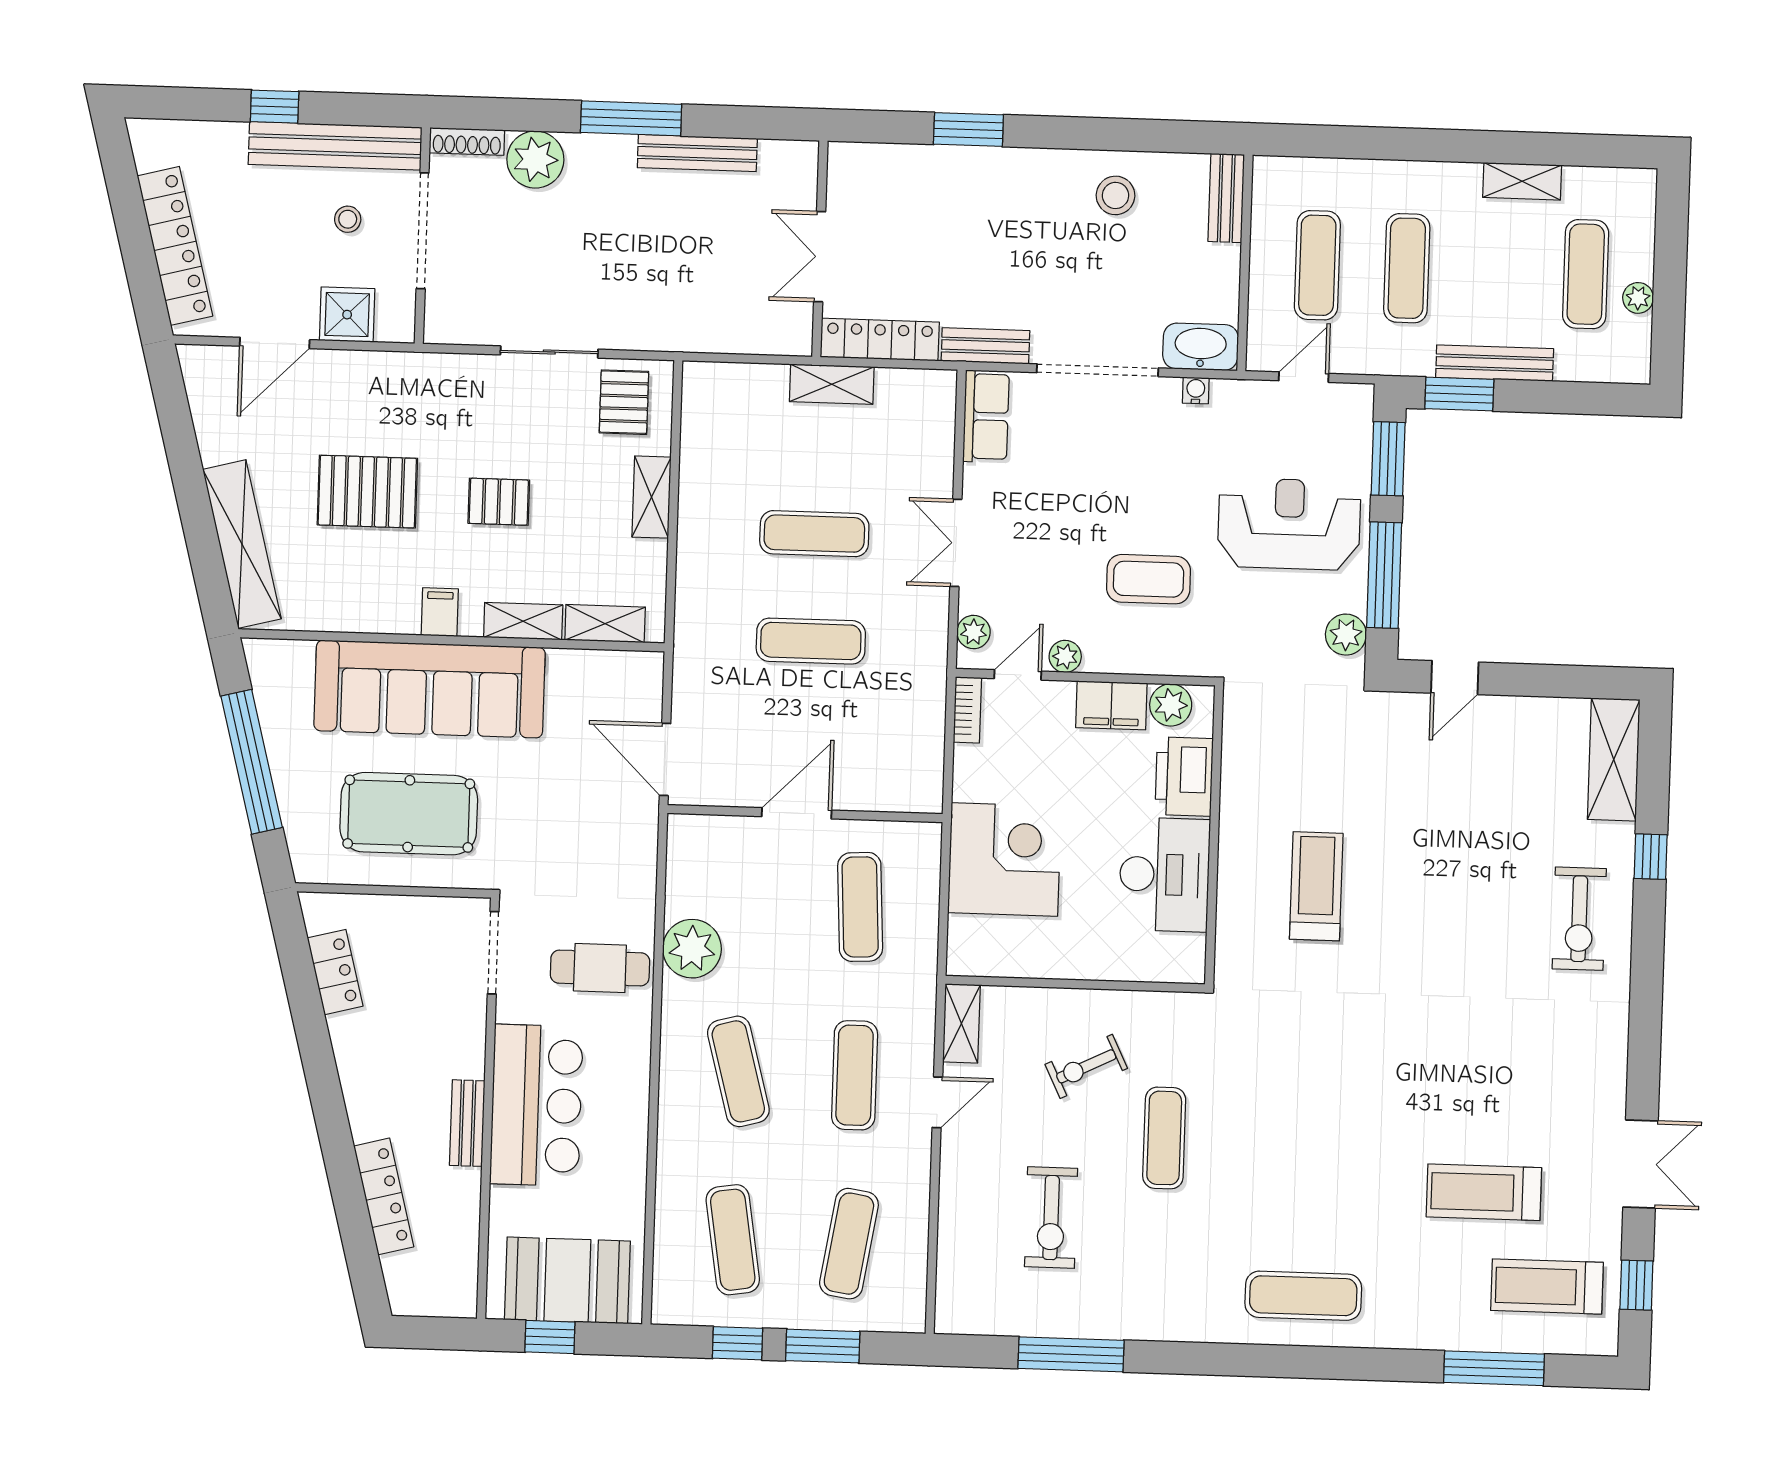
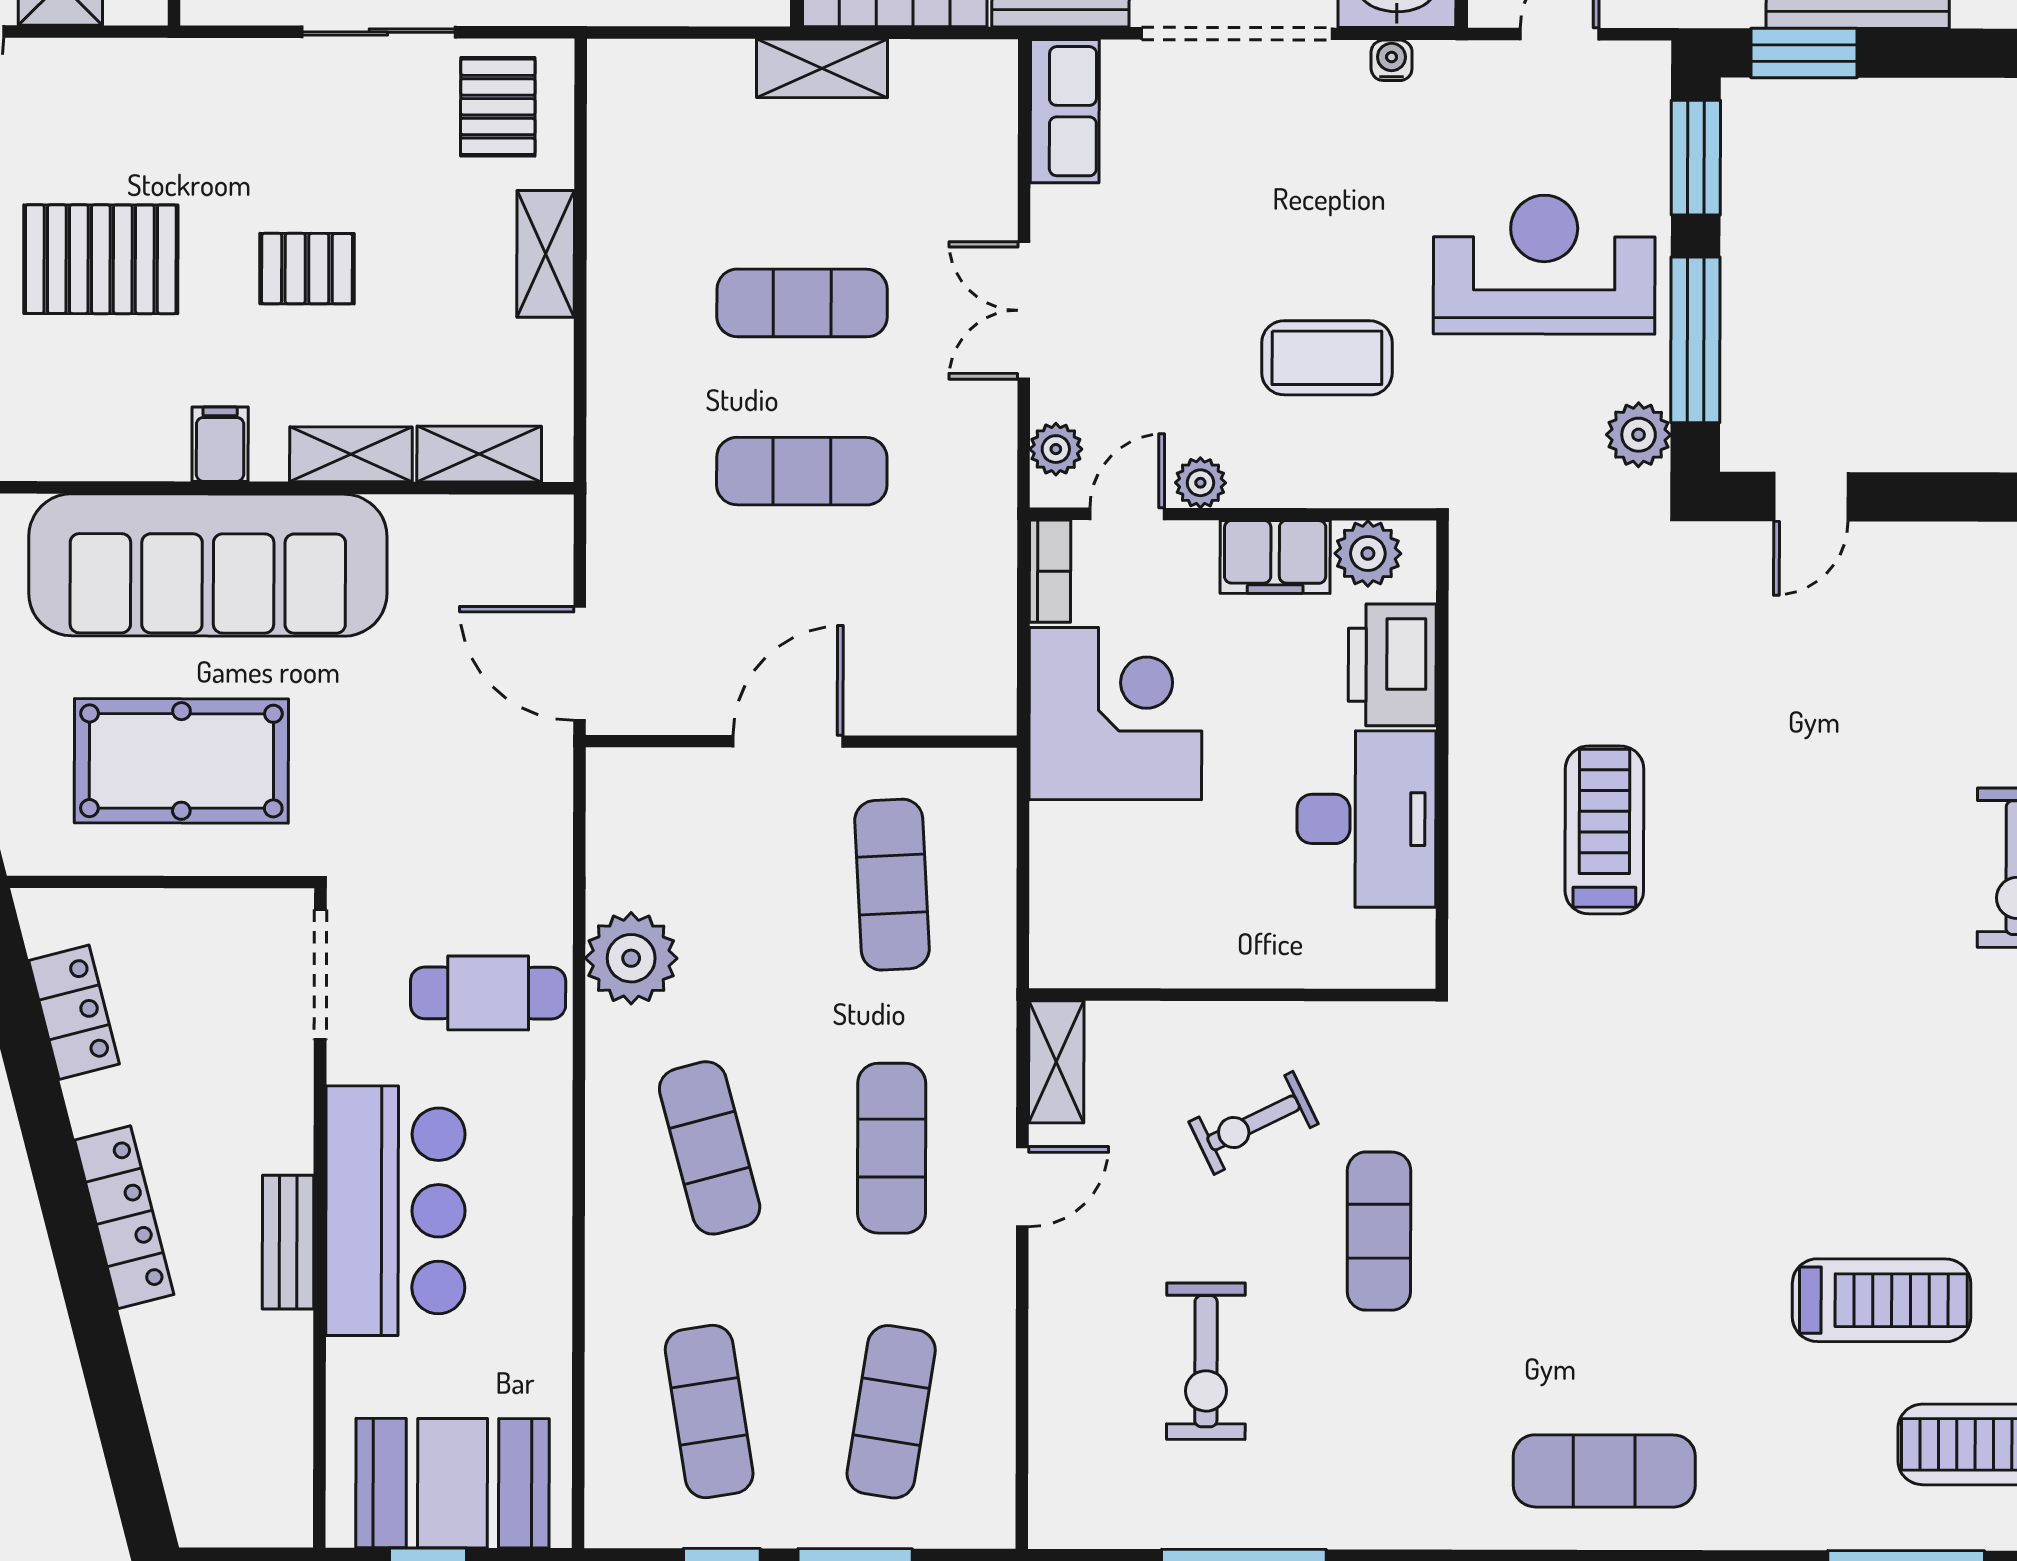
corner desk: (1004, 860) -> (1115, 714), moved
treadmill: (1484, 1192) -> (1882, 1300), turned 180
locker: (384, 1196) -> (124, 1217), moved

